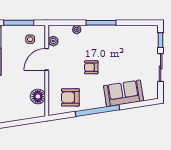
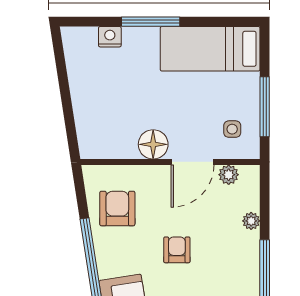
door: (47, 59) -> (193, 162), swing flipped
floor lamp: (38, 96) -> (153, 144), moved

